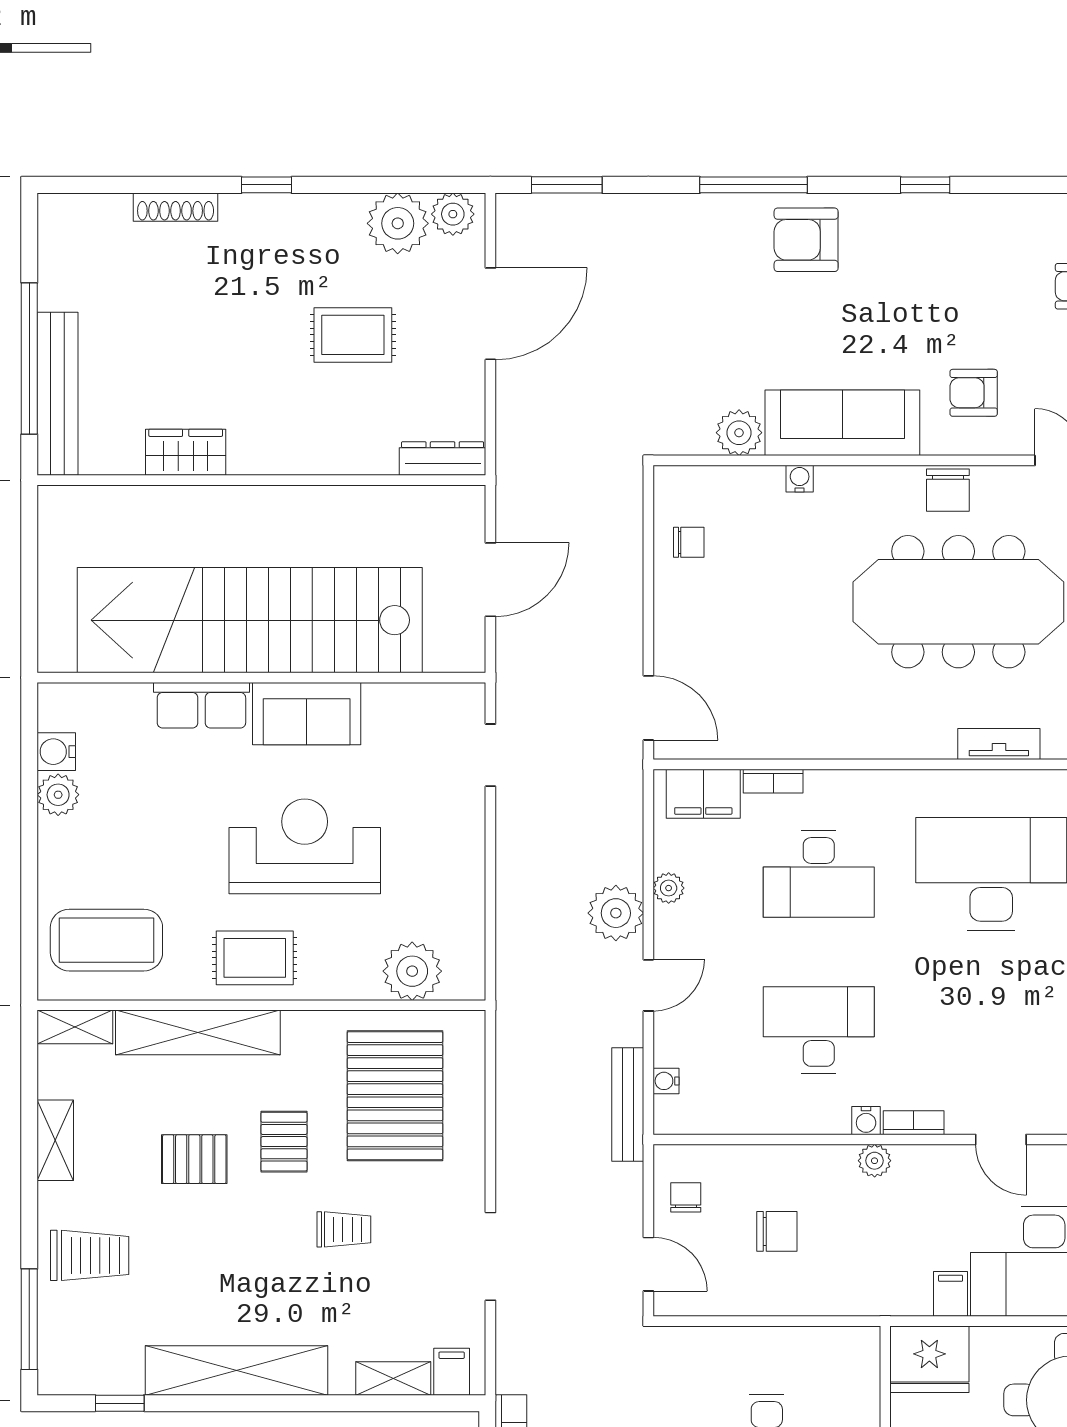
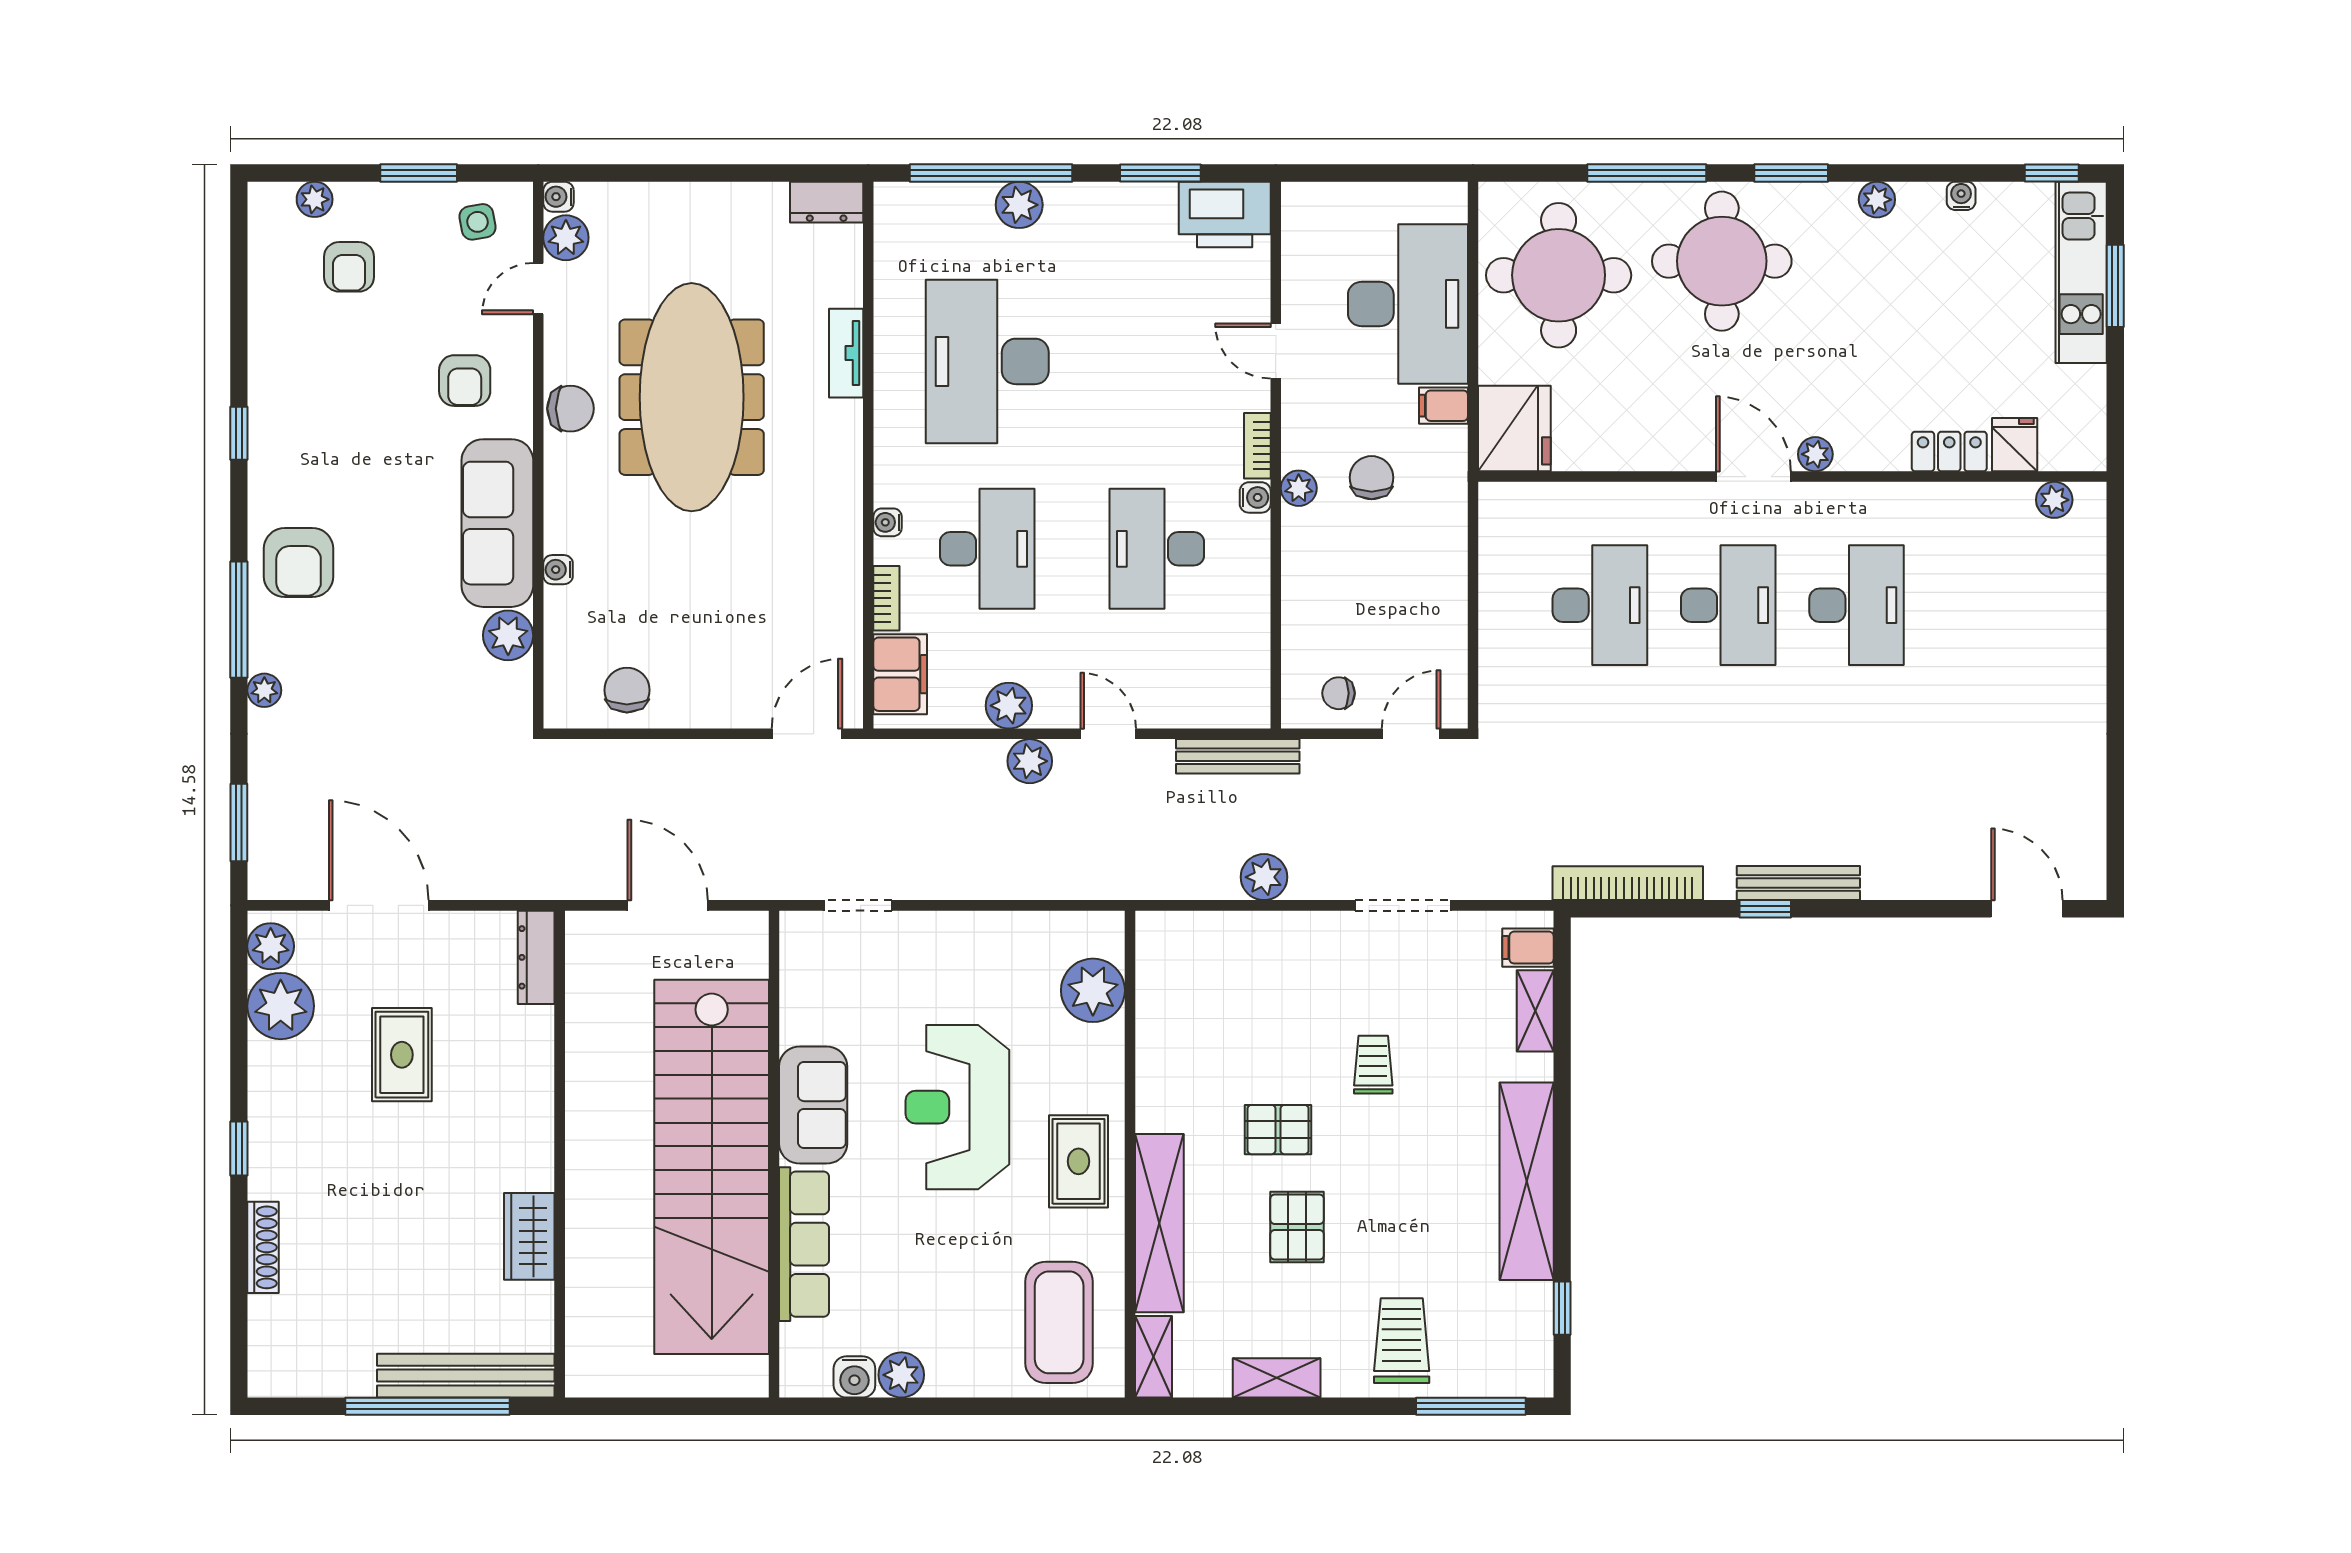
plant: (688, 208) -> (264, 690), added
chair: (689, 542) -> (627, 690), width x1.37, depth x1.37
row of seats: (201, 705) -> (804, 1244), width x1.48
plant: (669, 888) -> (1009, 706), width x1.38, depth x1.38
plant: (616, 913) -> (1030, 761), width x0.73, depth x0.73
water cooler: (666, 1081) -> (888, 522), moved, turned 90
pallet: (395, 1096) -> (1228, 1009), removed
plant: (517, 1129) -> (1264, 877), added
door: (1001, 1139) -> (1276, 351), swing flipped
chair: (777, 1231) -> (1372, 478), moved

